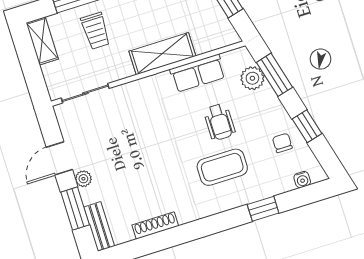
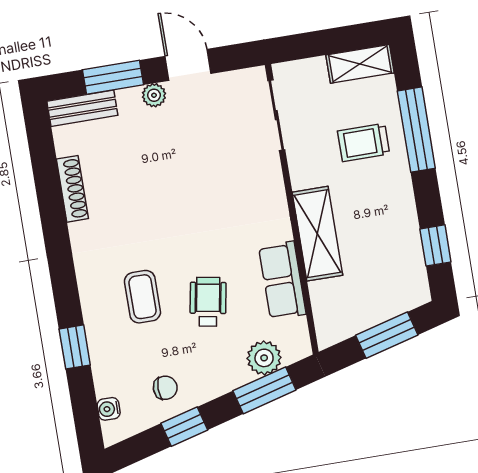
wheelchair: (219, 122) -> (208, 302), turned 100
coffee table: (222, 167) -> (142, 297), width x0.73, depth x0.77

